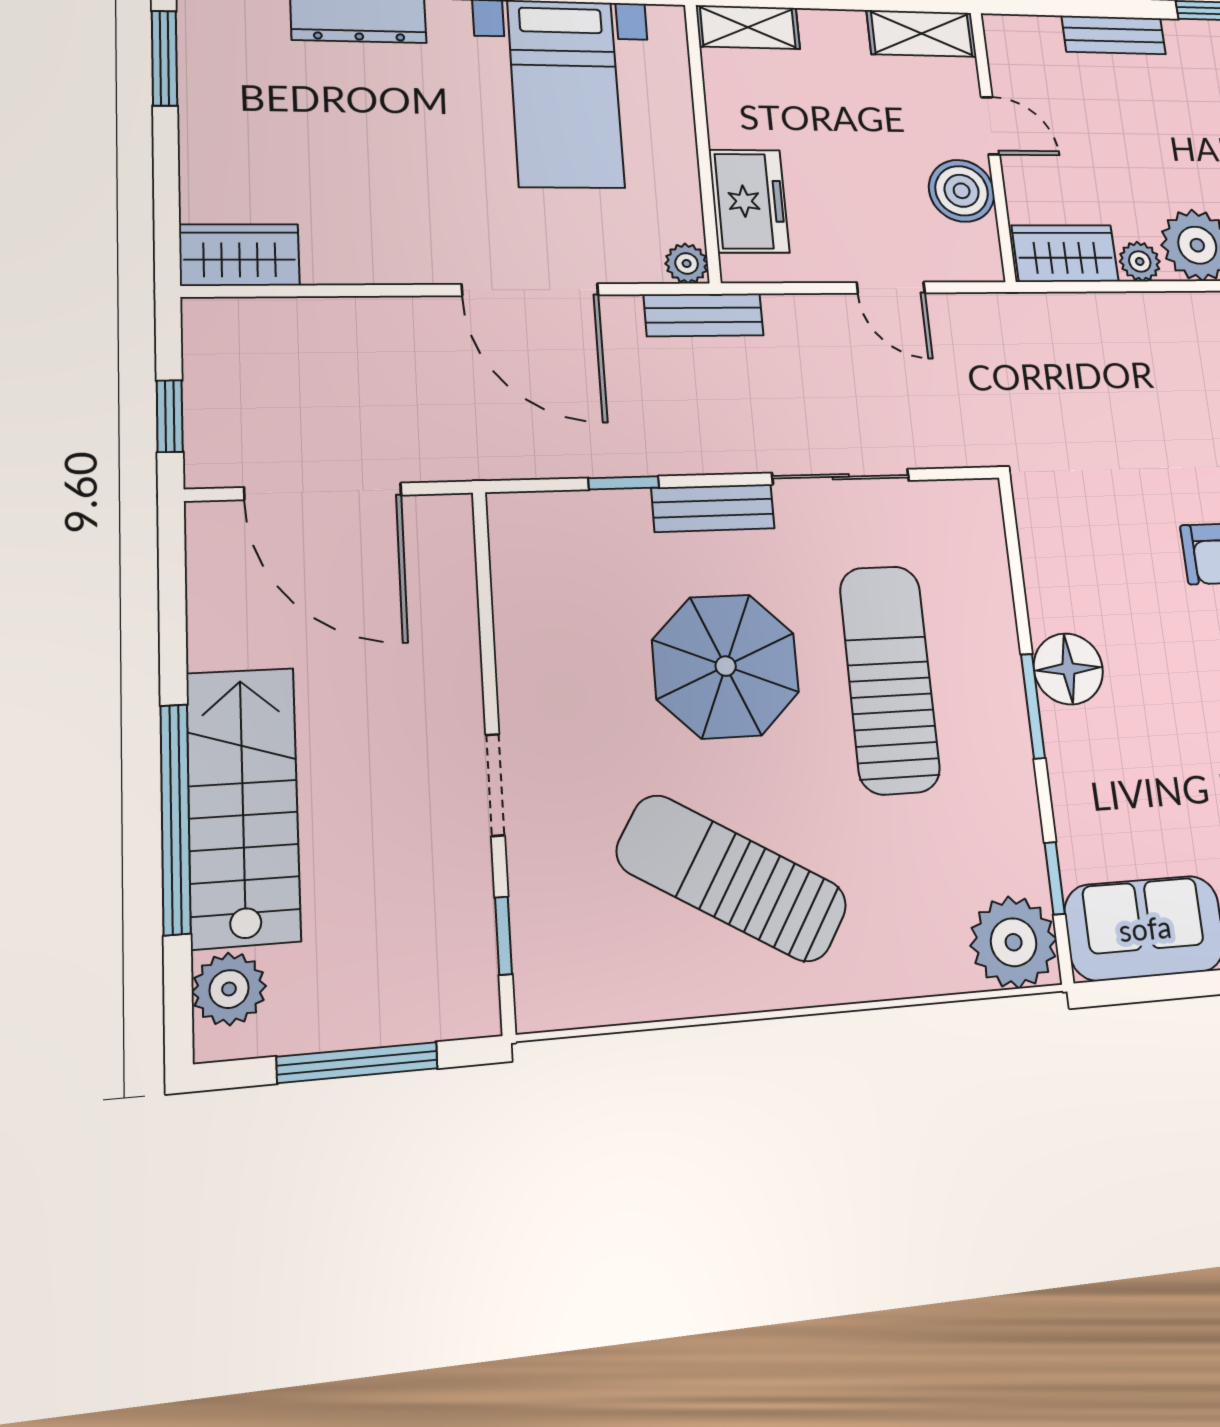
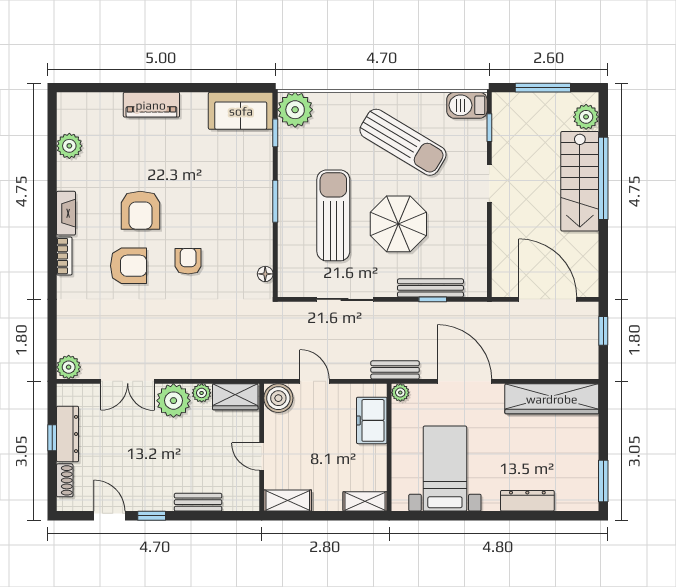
boiler: (962, 191) -> (278, 398), moved
wardrobe: (240, 255) -> (552, 399), width x2.10, depth x1.17
bench: (713, 508) -> (430, 288), moved, width x1.36
floor lamp: (1068, 669) -> (265, 274), moved, width x0.53, depth x0.53
sun lounger: (890, 679) -> (333, 215), turned 180
barbecue: (569, 993) -> (467, 105), added

